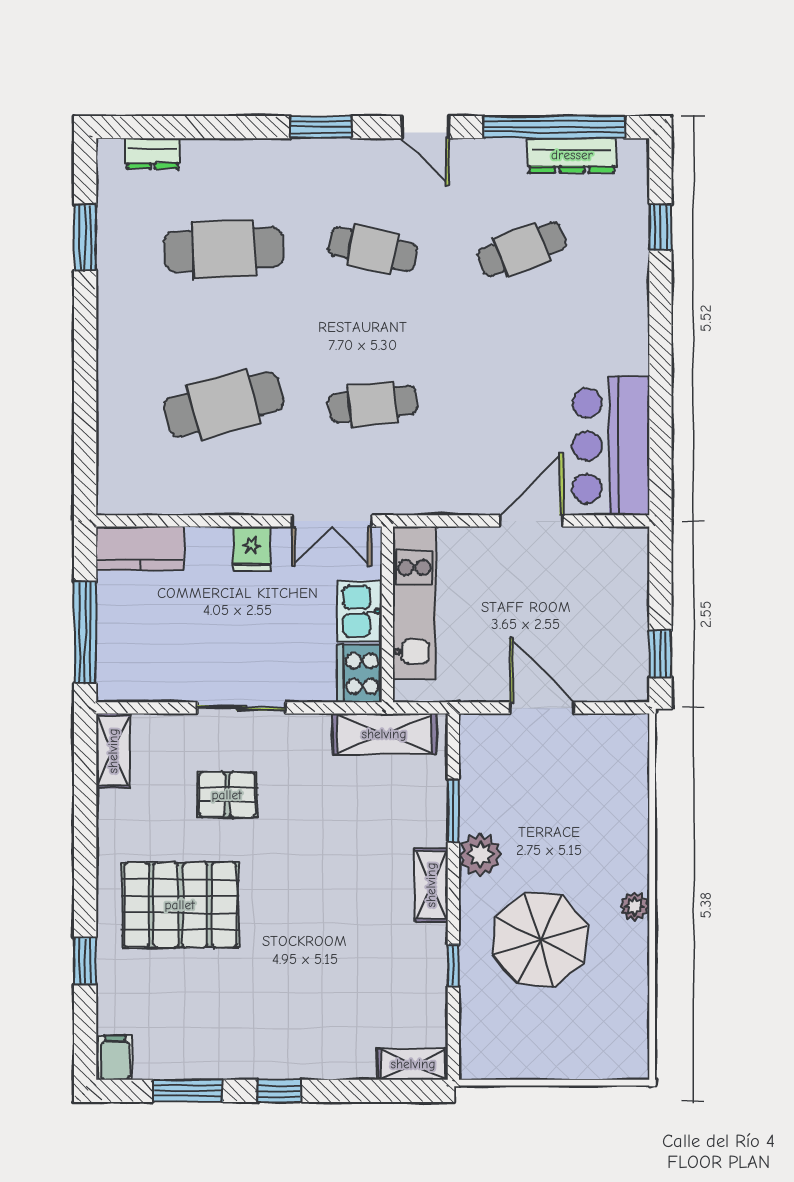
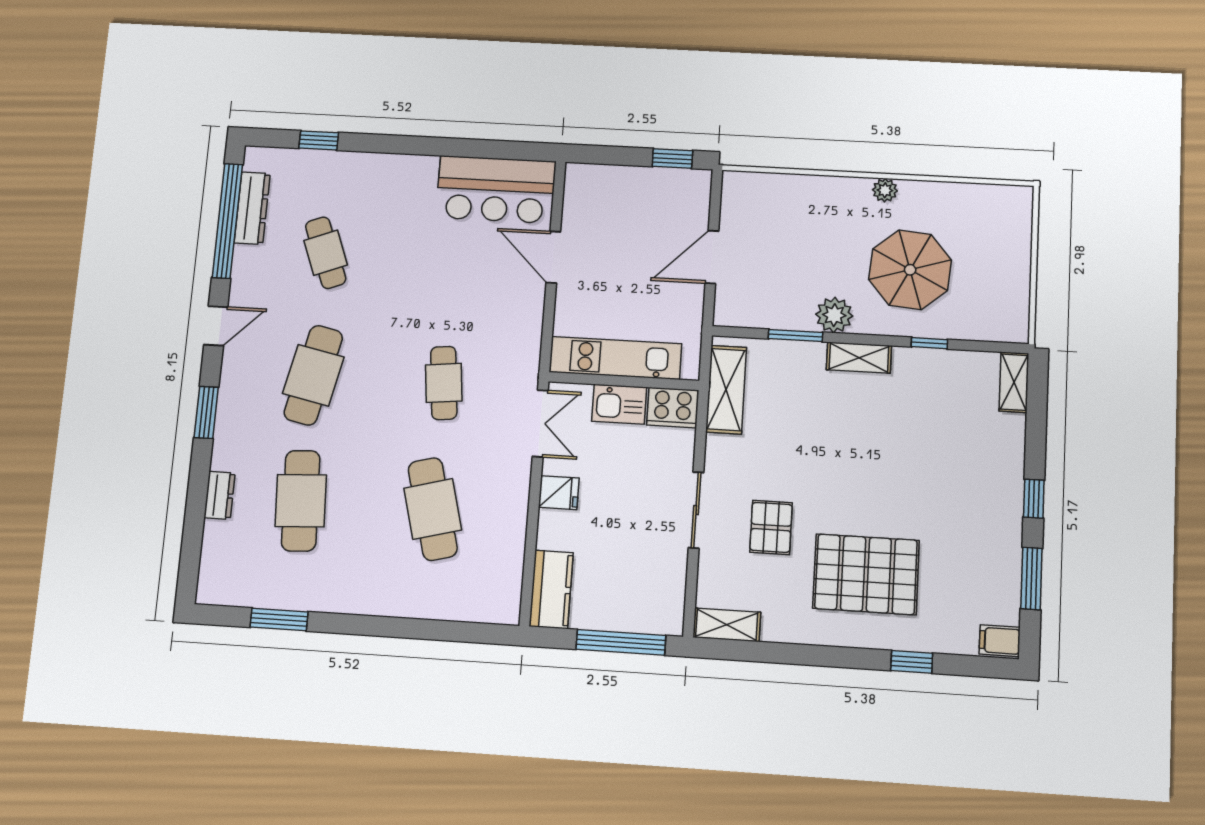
dresser: (153, 153) -> (220, 495), moved
cafe table: (373, 249) -> (313, 375), width x1.37, depth x1.35
pallet: (180, 905) -> (866, 574), turned 90

